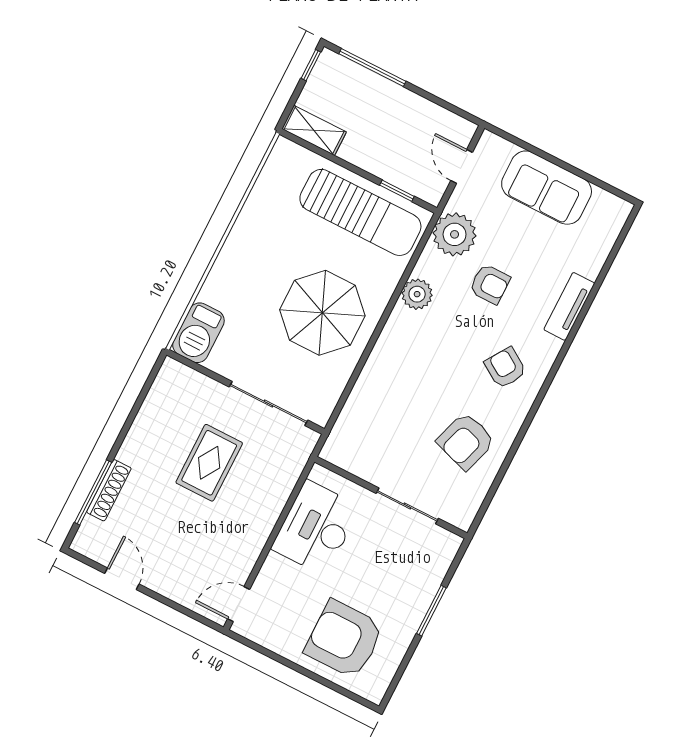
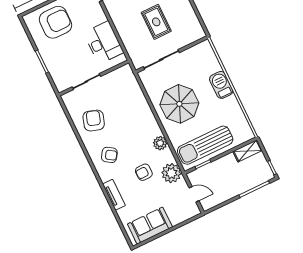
sofa: (547, 188) -> (150, 226), moved
barbecue: (198, 333) -> (221, 85), moved

